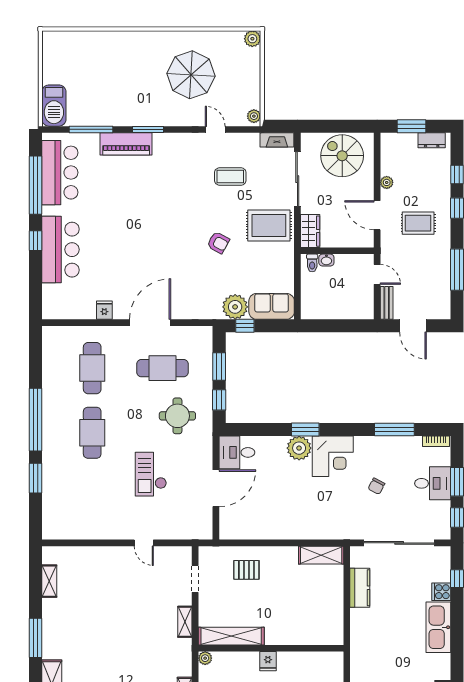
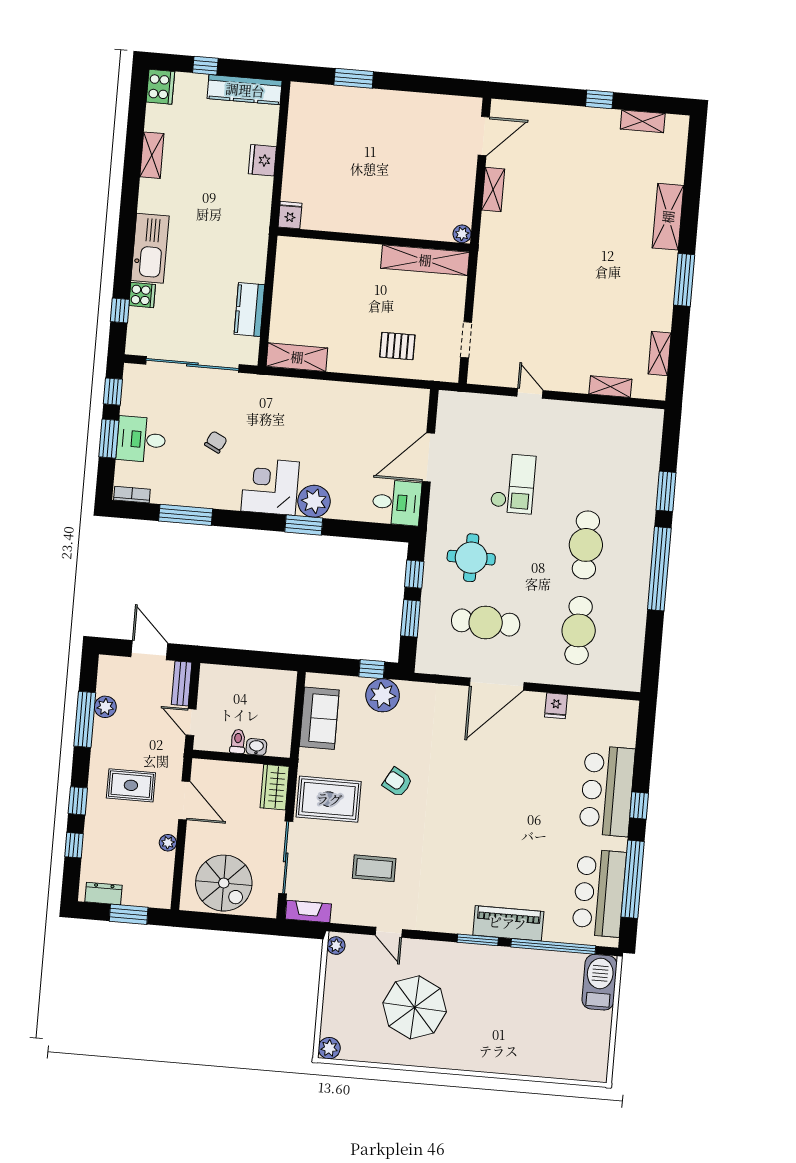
window: (91, 129) -> (553, 946), width x1.46
toilet: (312, 263) -> (238, 741), moved
plant: (442, 280) -> (105, 707), added
sofa: (272, 306) -> (319, 718), moved, turned -90
shelving: (185, 622) -> (610, 387), moved, turned 90
fridge: (268, 661) -> (290, 215), moved

